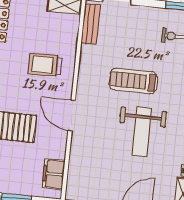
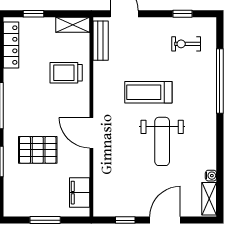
trolley: (45, 65) -> (66, 73), moved

